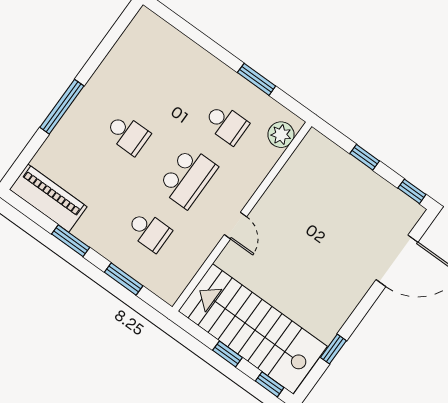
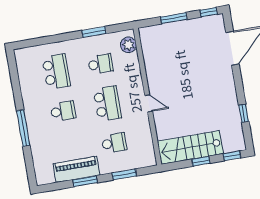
school desk: (166, 81) -> (56, 72), added
window: (365, 157) -> (174, 18), width x1.50
piano: (48, 198) -> (76, 169), moved
stairs: (253, 329) -> (190, 147), width x0.73, depth x0.66

